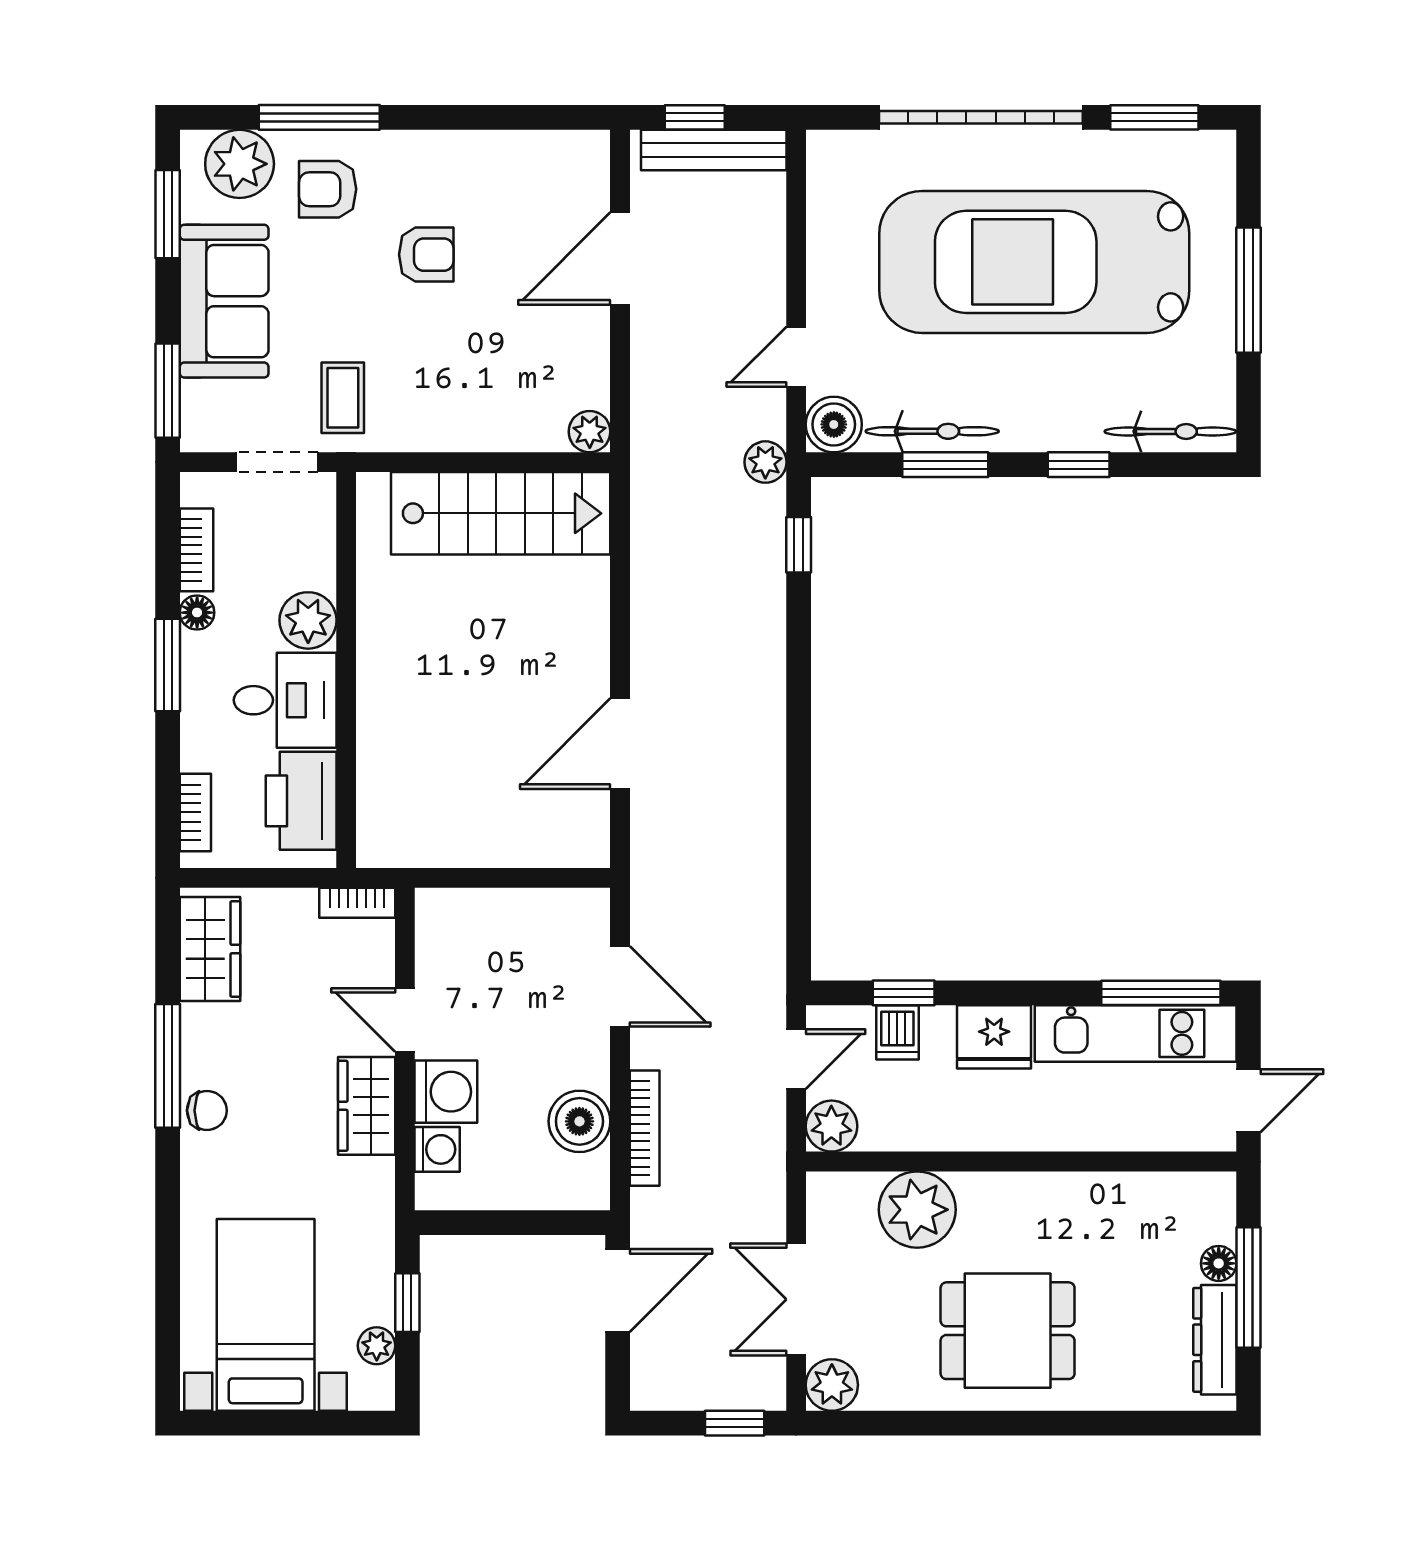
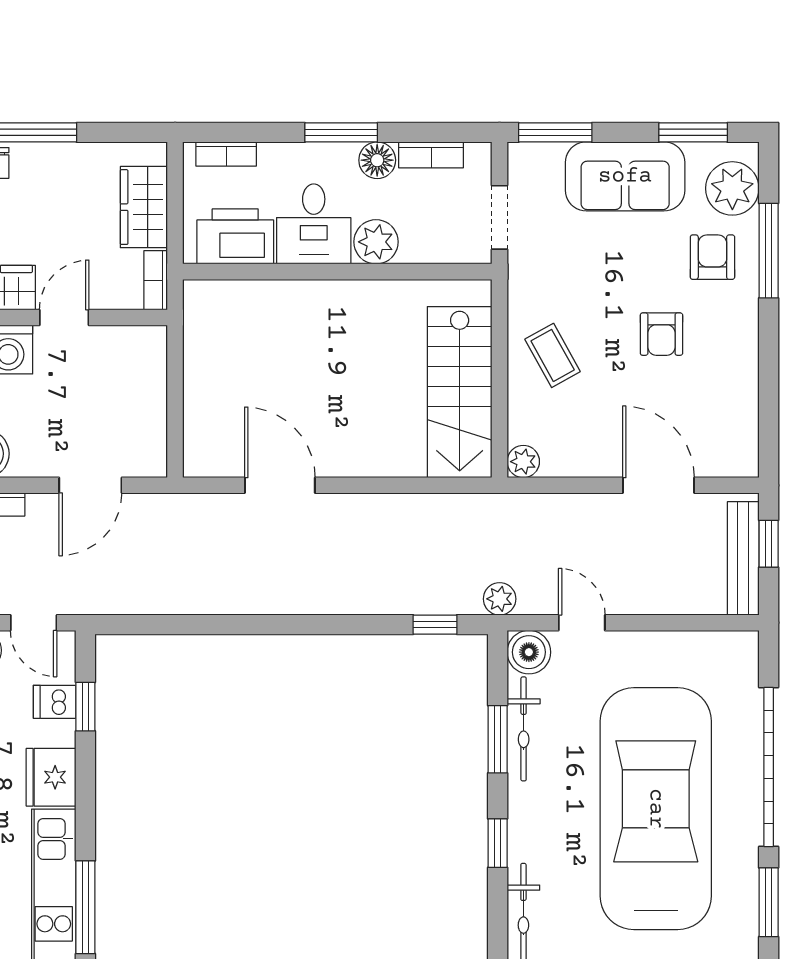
coffee table: (343, 398) -> (553, 355), moved, turned 61
floor lamp: (197, 613) -> (377, 160), width x1.37, depth x1.37
wardrobe: (210, 949) -> (144, 207), moved, turned 90

